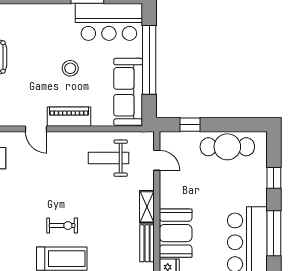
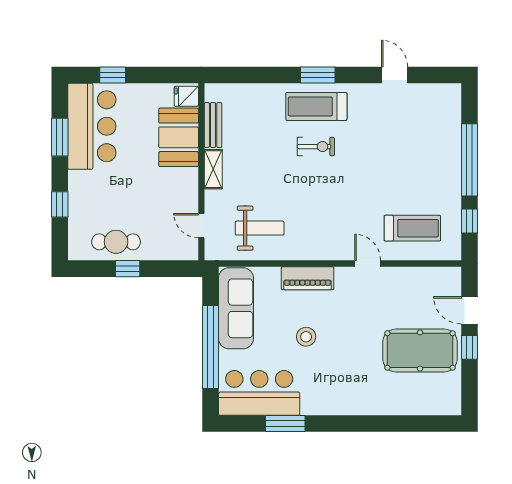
window: (190, 125) -> (128, 269), moved
door: (36, 129) -> (368, 264), moved
cafe table: (227, 147) -> (116, 242), width x0.73, depth x0.74
exercise bike: (62, 226) -> (316, 147), turned 180
window: (274, 233) -> (60, 137), width x0.69

